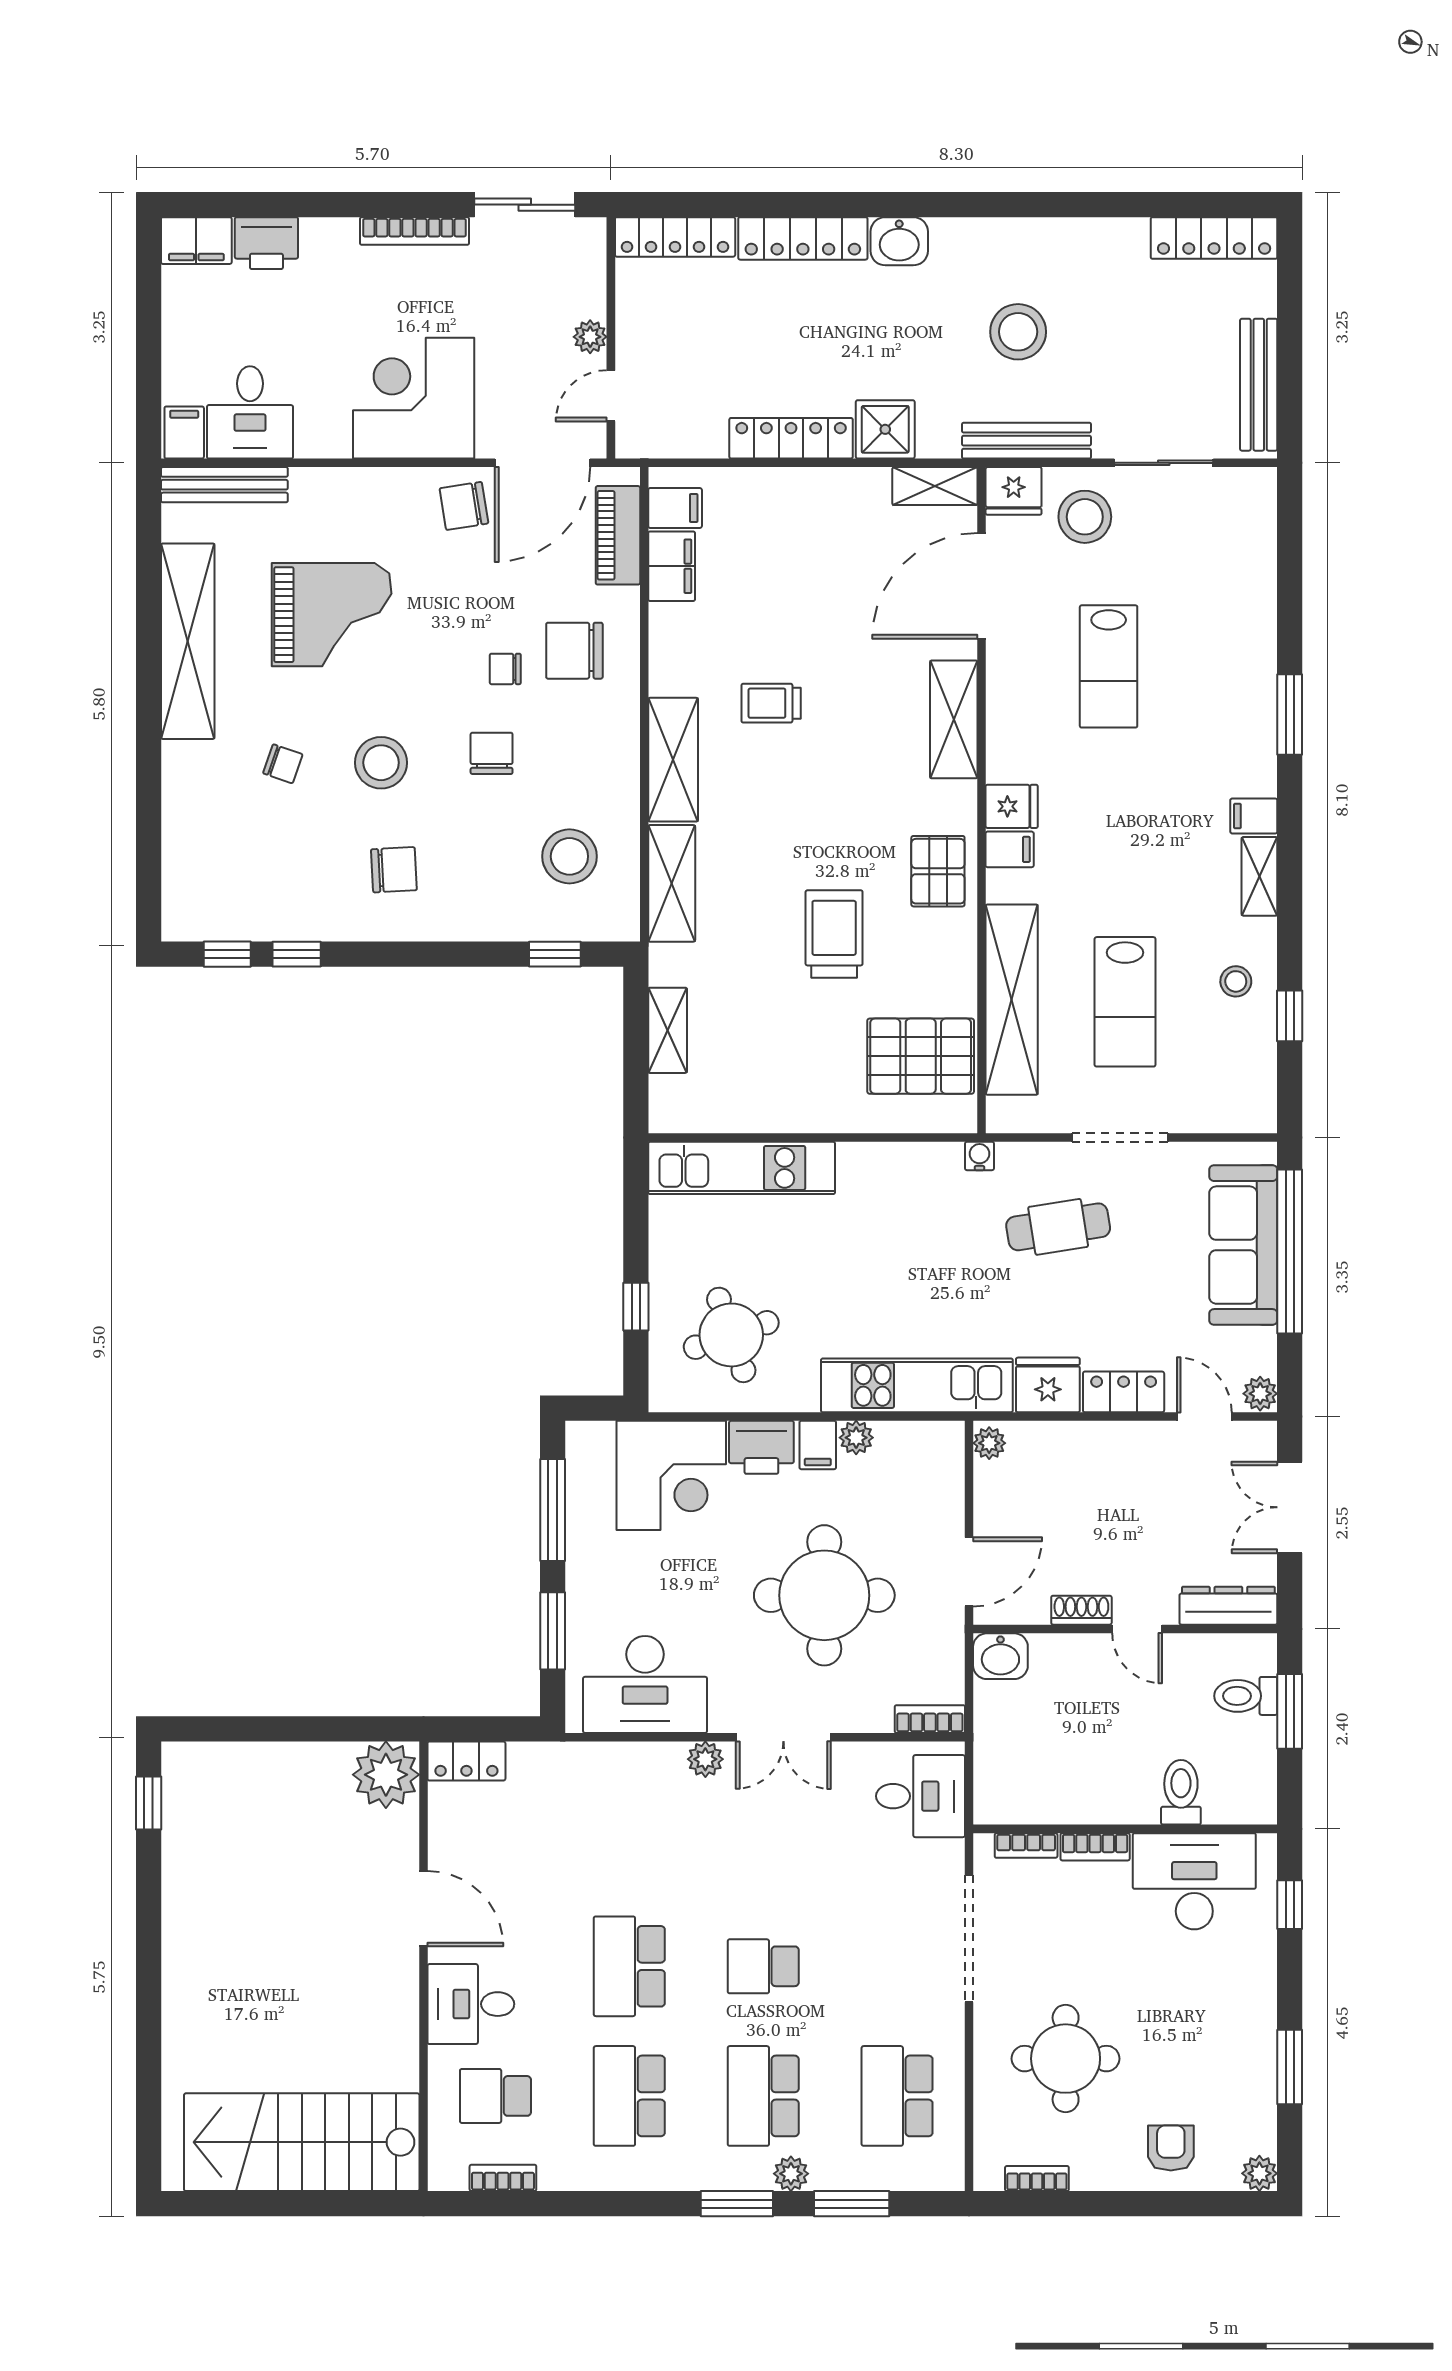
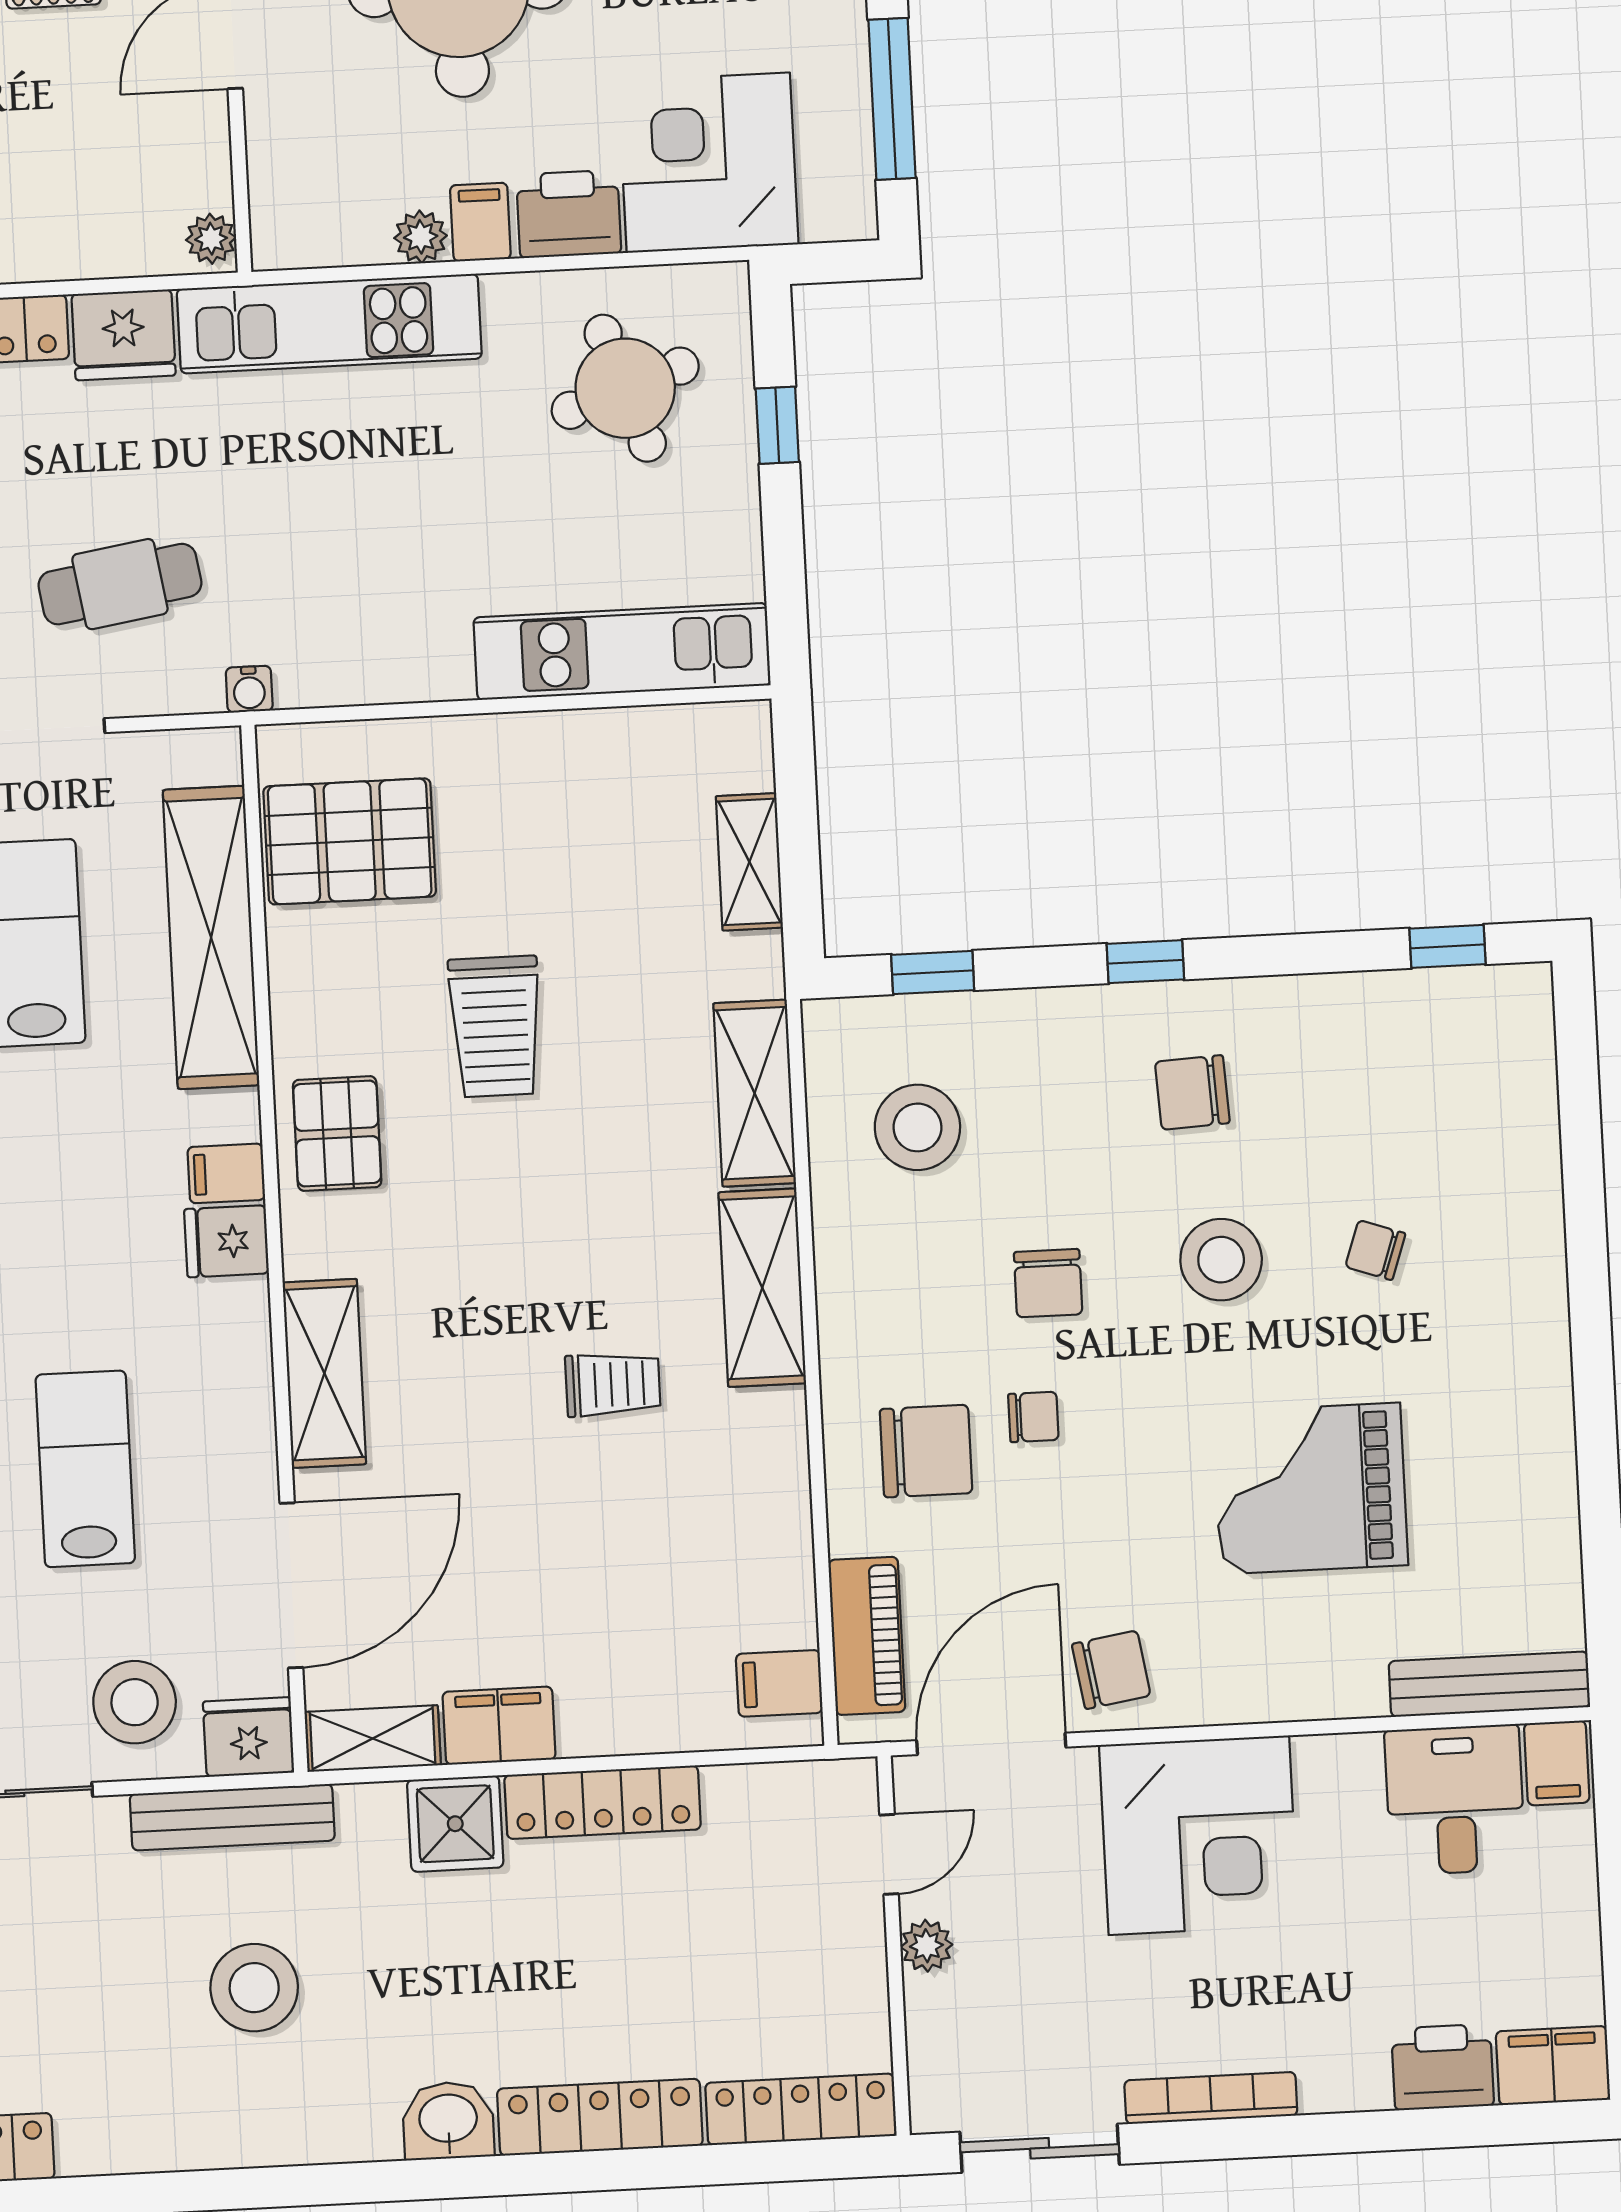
filing cabinet: (672, 566) -> (499, 1726), moved, turned 90
shelving: (188, 641) -> (1535, 1435), removed
window: (297, 954) -> (1145, 962), moved

